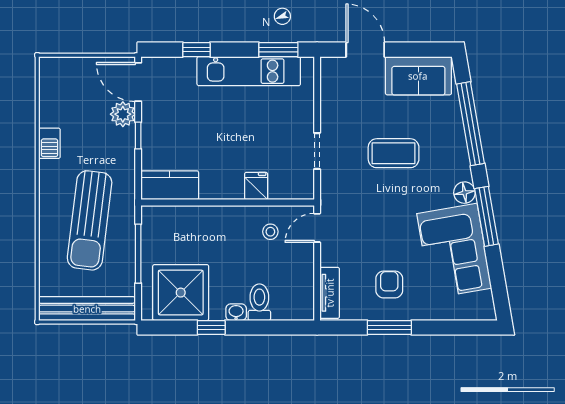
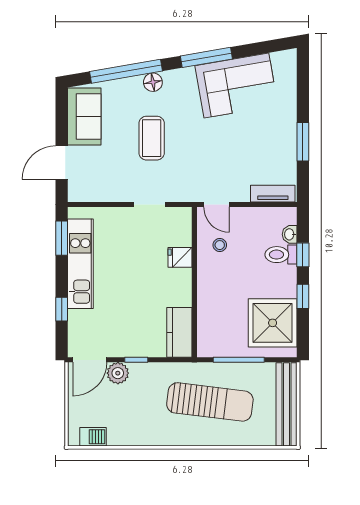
barbecue: (49, 143) -> (93, 437), moved
floor lamp: (464, 193) -> (153, 82), moved
armchair: (389, 285) -> (266, 142), removed
washbasin: (236, 312) -> (290, 234), moved
window: (259, 328) -> (303, 255), added

